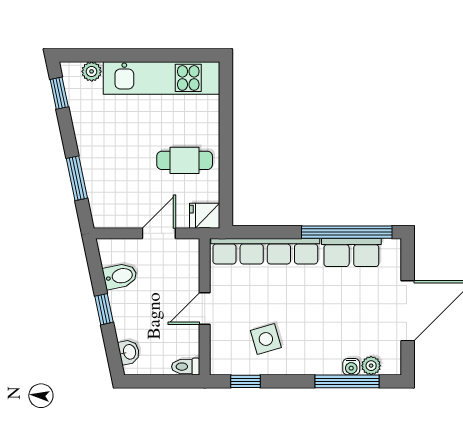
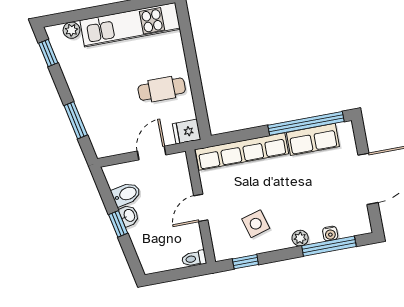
washbasin: (129, 352) -> (129, 216), moved
plant: (371, 366) -> (300, 238), moved

